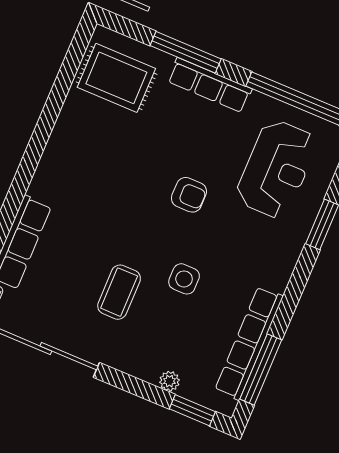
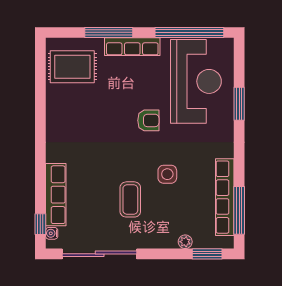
reception desk: (276, 169) -> (196, 81), width x1.36, depth x1.30

